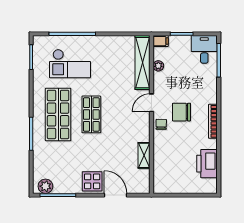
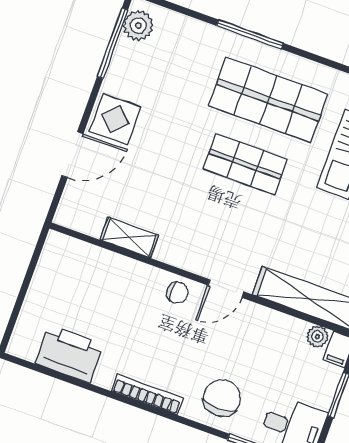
plant: (158, 66) -> (317, 337), moved
door: (151, 103) -> (226, 289), swing flipped
chair: (181, 112) -> (222, 398), moved

